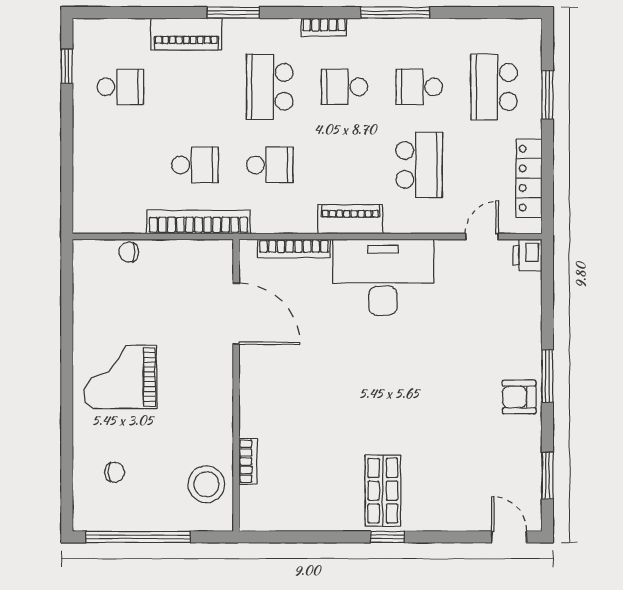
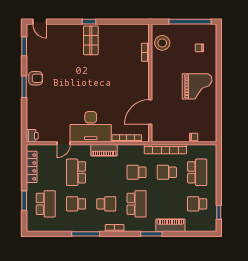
school desk: (419, 87) -> (76, 204), turned 180
school desk: (120, 165) -> (197, 172), added
door: (482, 236) -> (64, 143), moved
door: (236, 314) -> (150, 112), hinge flipped

